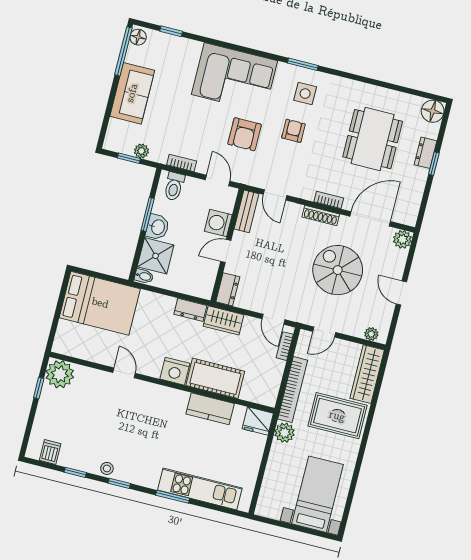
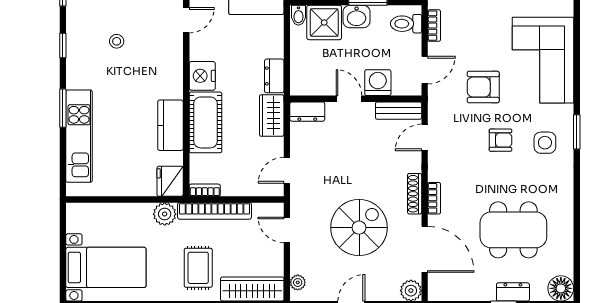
bookcase: (285, 346) -> (205, 190), moved
rug: (337, 416) -> (198, 268), width x0.73, depth x0.70
stool: (107, 468) -> (117, 41), moved

